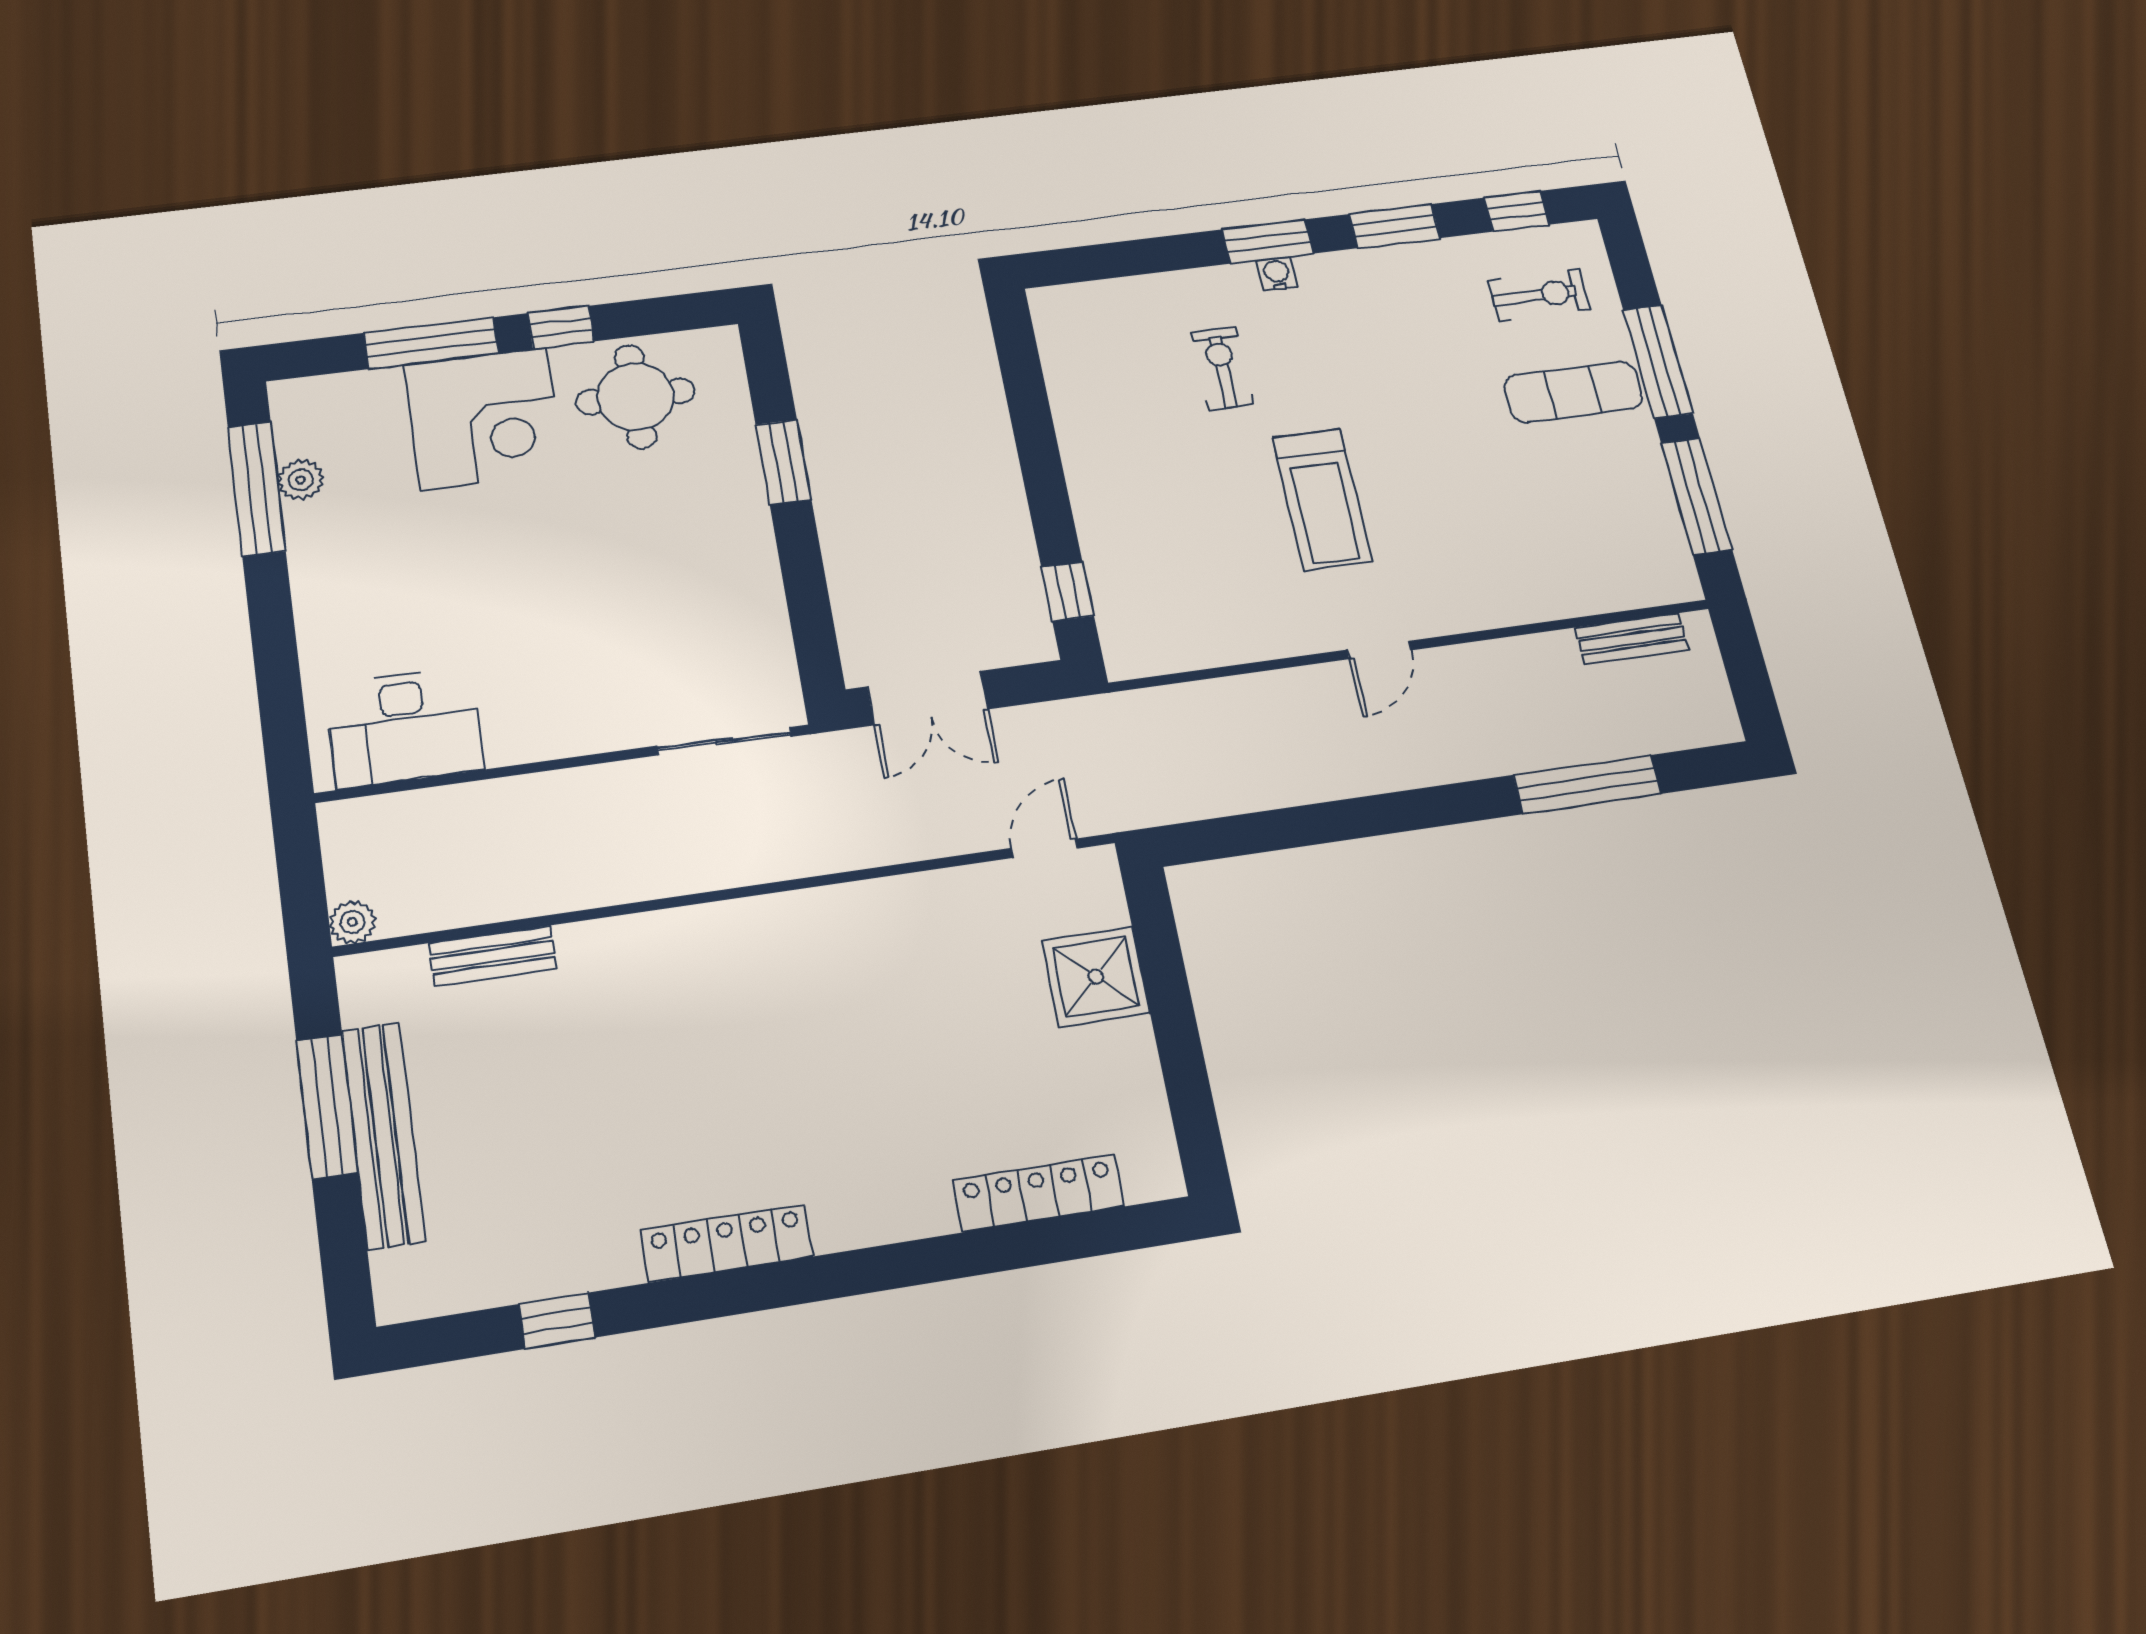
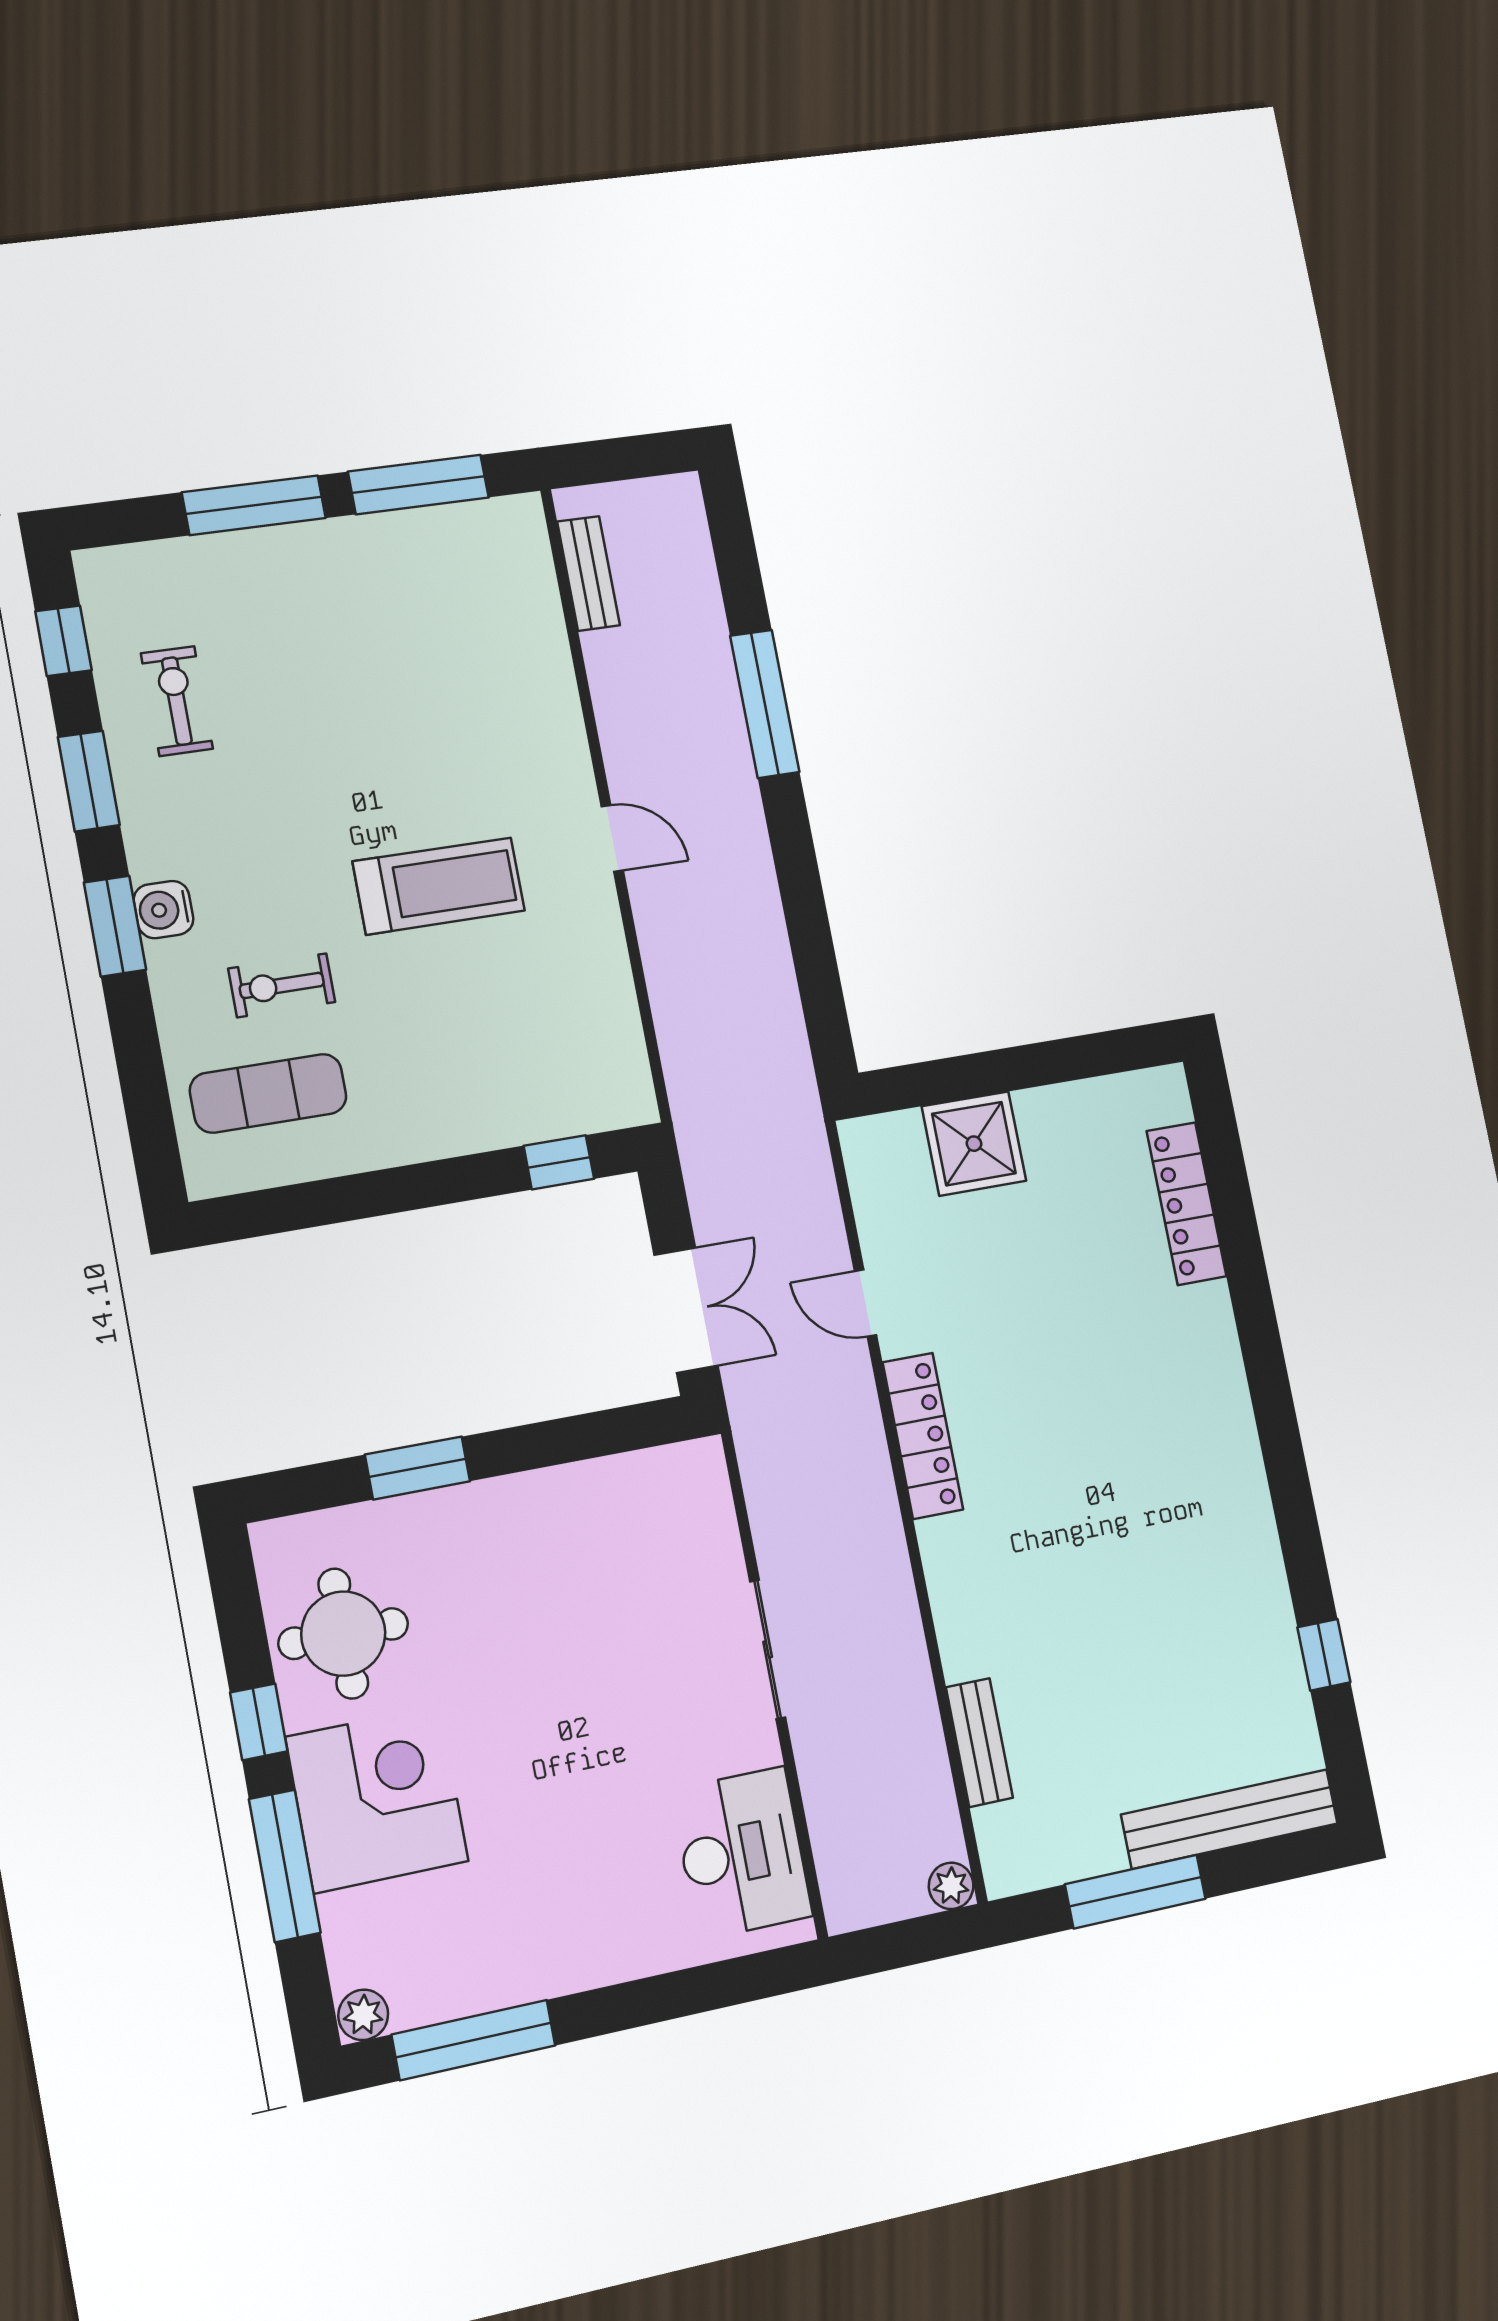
water cooler: (1277, 274) -> (163, 910), width x1.38, depth x1.38
exercise bike: (1539, 295) -> (177, 701), moved
exercise mat: (1573, 392) -> (268, 1093), moved, turned 90
plant: (300, 480) -> (363, 2015), moved
sliding door: (724, 741) -> (768, 1649), moved
window: (1587, 784) -> (765, 704), moved
door: (1044, 848) -> (866, 1303), moved
bench: (383, 1135) -> (1230, 1819), moved
locker: (727, 1243) -> (923, 1436), moved, turned 180

